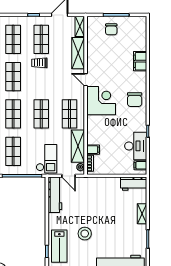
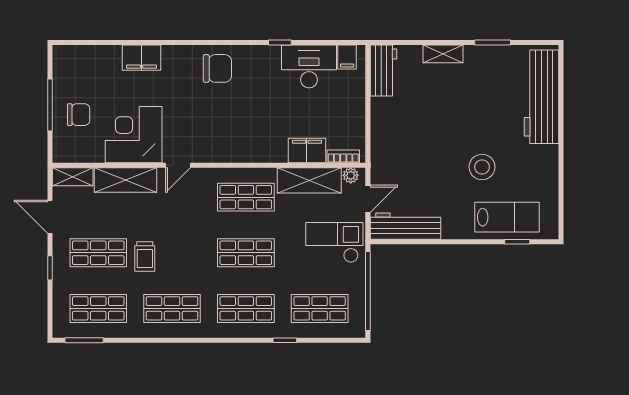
corner desk: (101, 101) -> (134, 135), moved
filing cabinet: (93, 150) -> (307, 150), width x2.00

